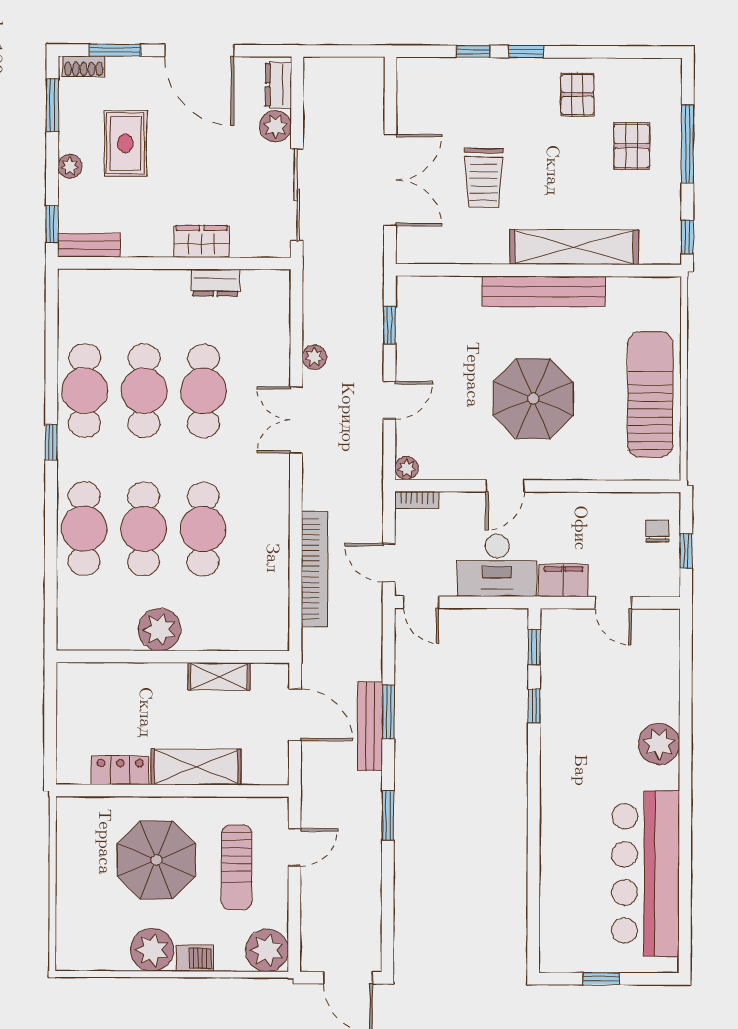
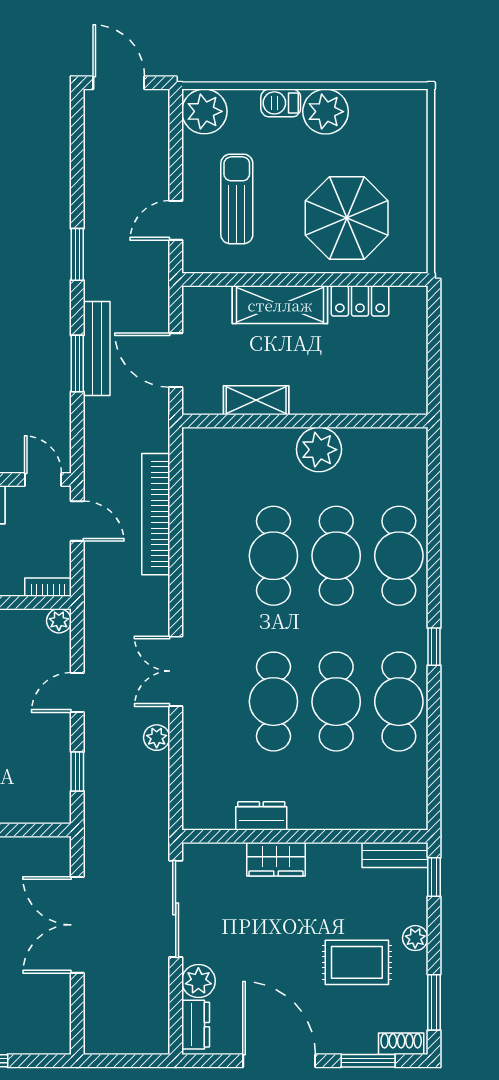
rug: (125, 143) -> (357, 962), turned 90
double door: (296, 420) -> (176, 671), swing flipped
parasol: (156, 860) -> (347, 218), moved

